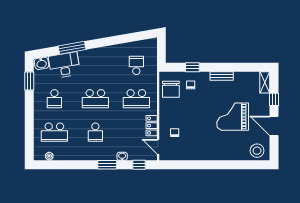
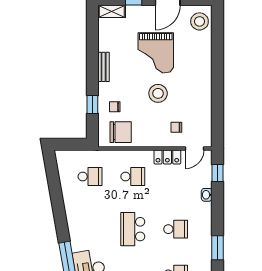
school desk: (136, 65) -> (90, 177), turned 180
school desk: (95, 99) -> (133, 229), turned 180
school desk: (136, 99) -> (133, 177), width x0.54
stool: (201, 118) -> (158, 93), added
window: (107, 165) -> (218, 248), moved

